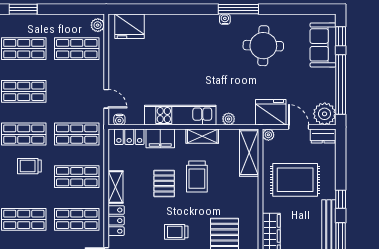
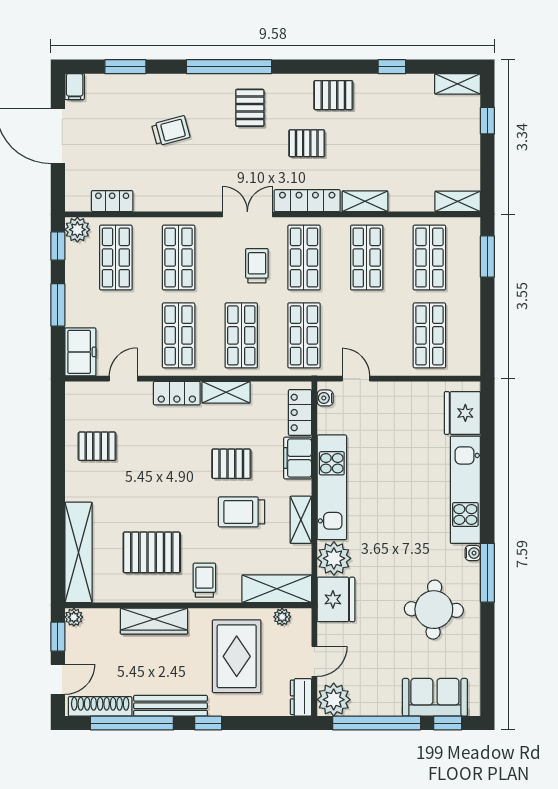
kitchen unit: (182, 24) -> (465, 490), added
plant: (98, 25) -> (464, 366), removed
door: (106, 99) -> (356, 379), swing flipped
fridge: (271, 112) -> (336, 599), moved
plant: (229, 119) -> (334, 558), width x1.87, depth x1.87
plant: (268, 135) -> (282, 617), moved
trolley: (176, 232) -> (204, 580), moved

